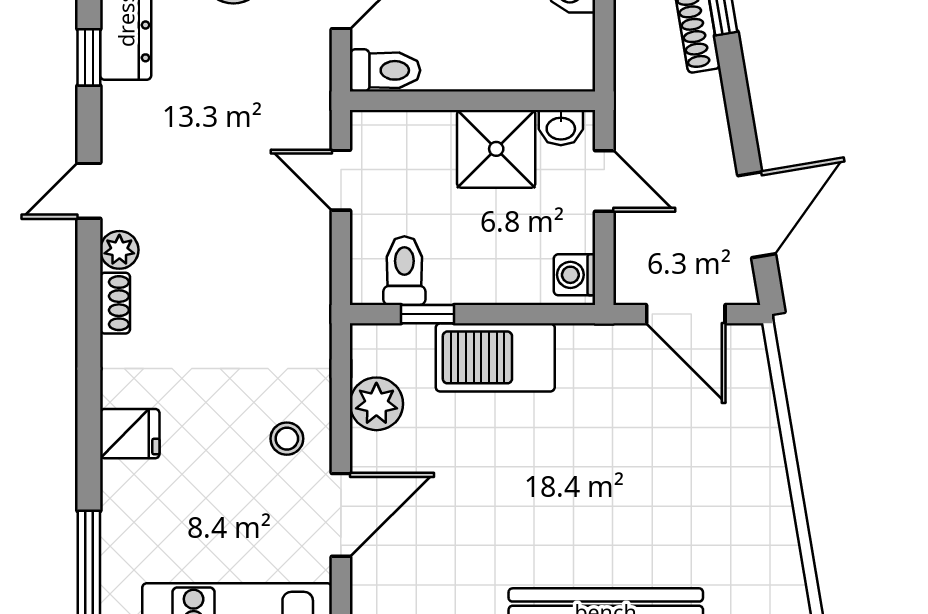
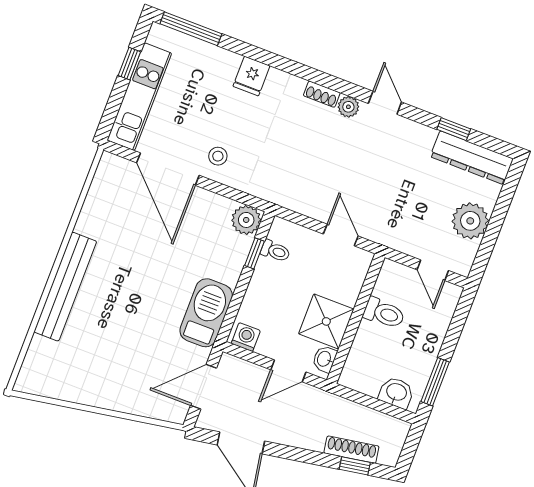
toilet: (385, 70) -> (384, 313), moved, turned -90
door: (341, 180) -> (341, 235), hinge flipped
toilet: (404, 271) -> (275, 251), width x0.73, depth x0.72
barbecue: (495, 357) -> (206, 313), moved
plant: (376, 404) -> (246, 220), moved
door: (341, 515) -> (168, 169), width x1.36

